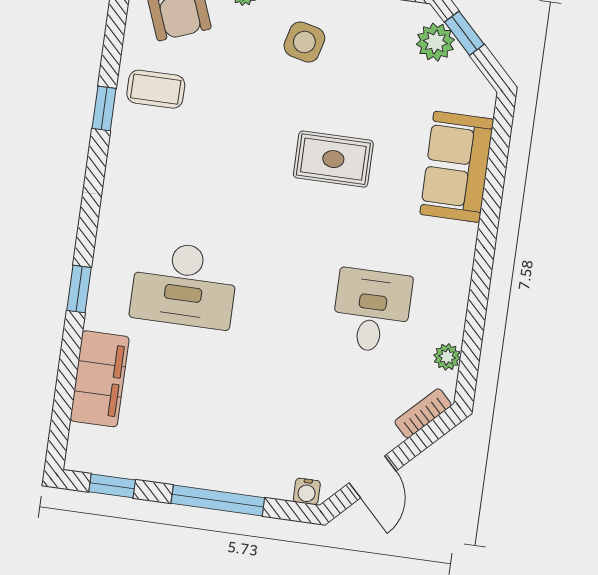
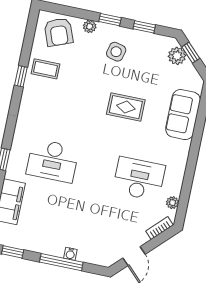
desk: (372, 311) -> (139, 179), width x1.37
water cooler: (307, 491) -> (70, 254), moved

